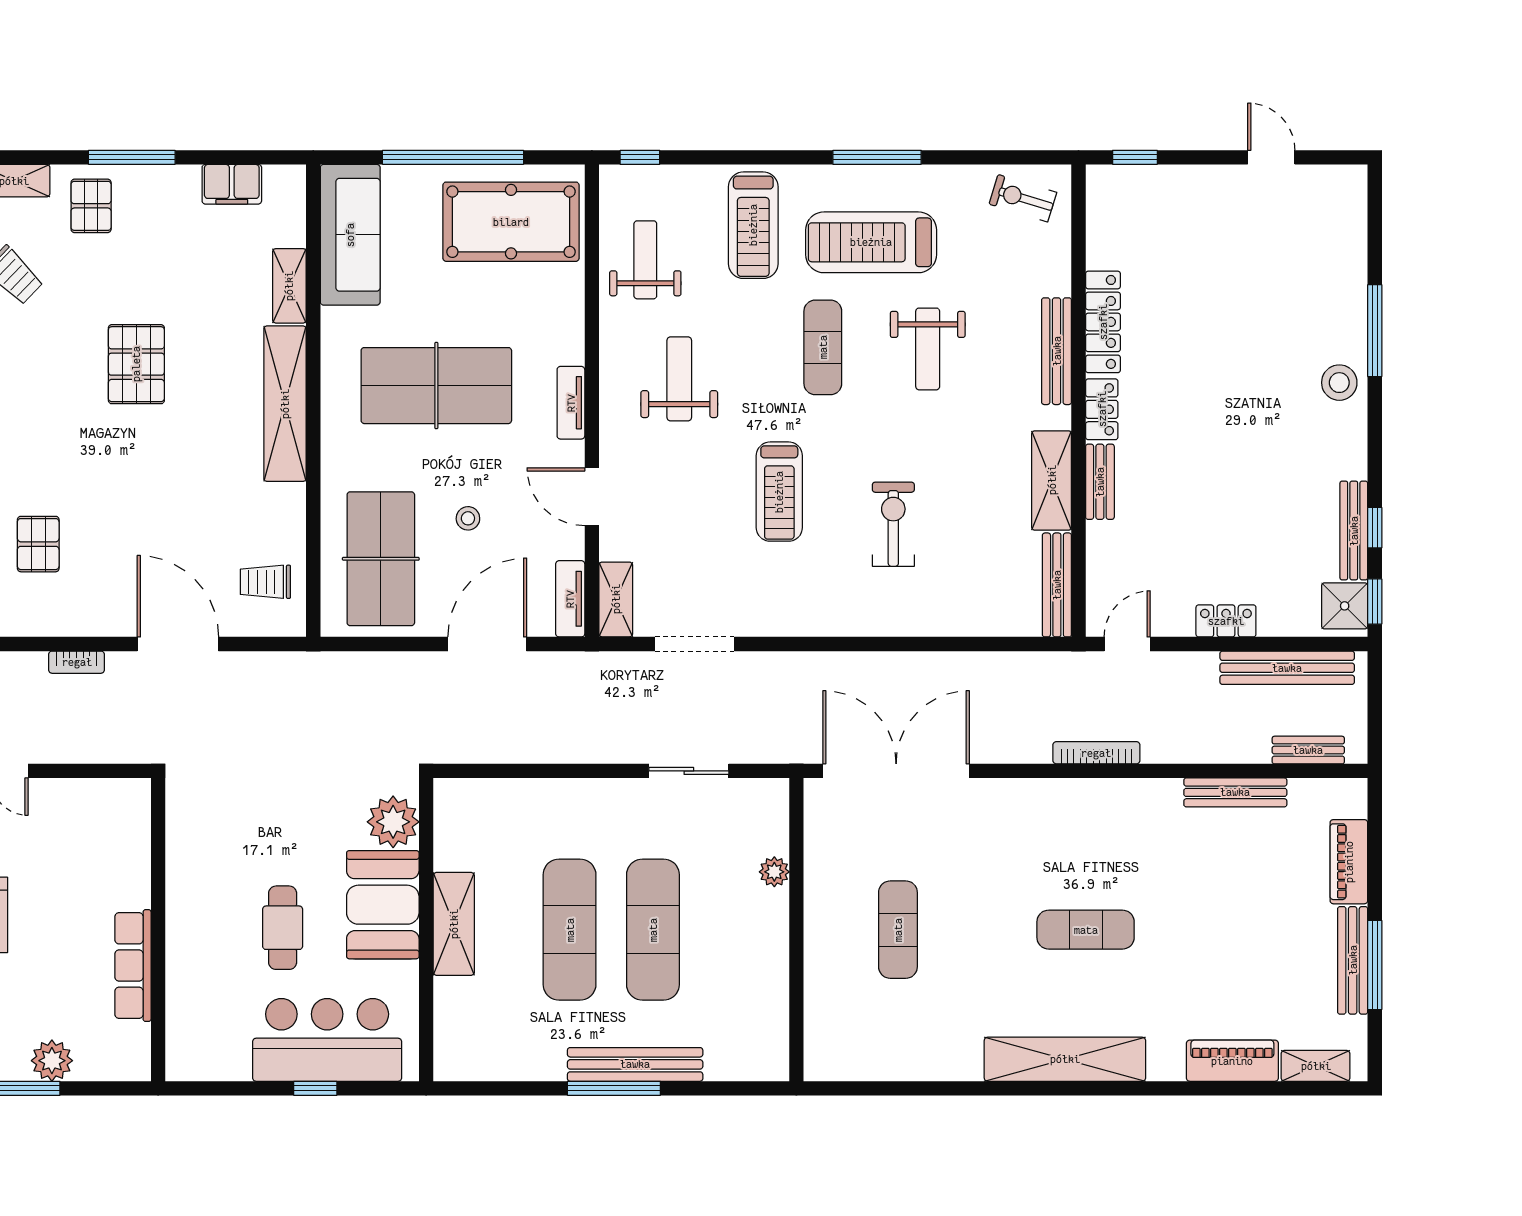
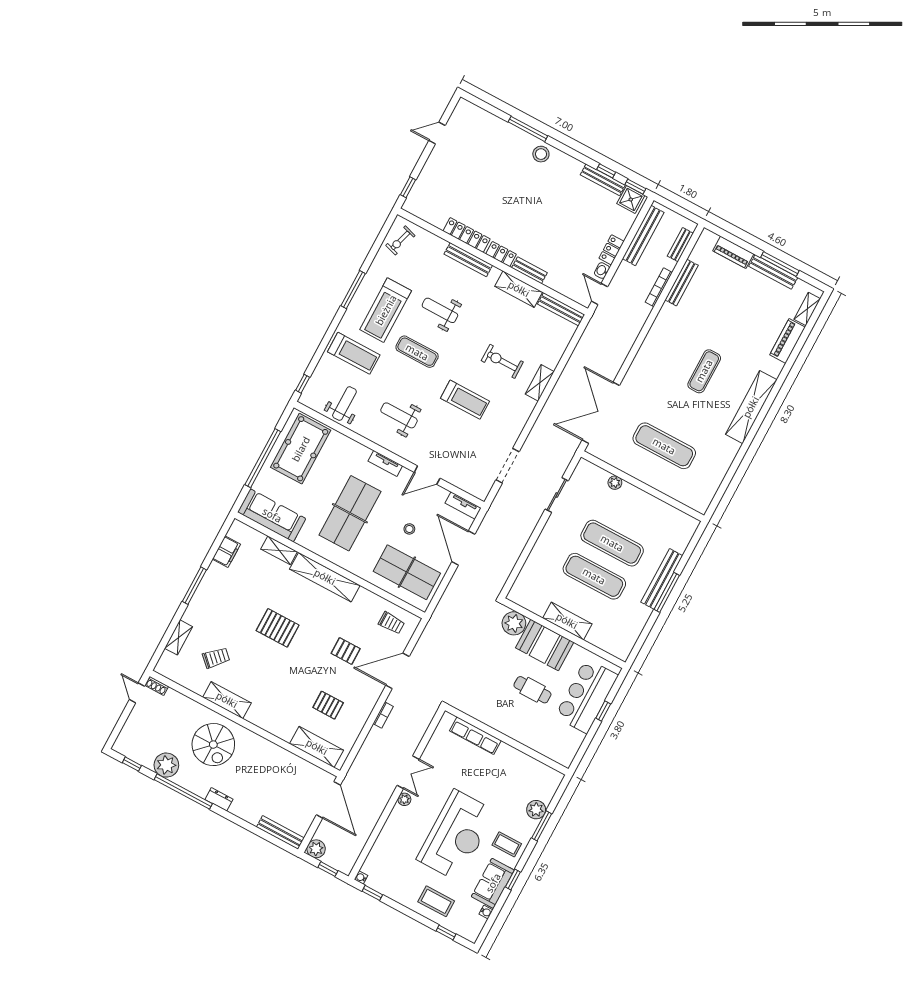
pallet: (91, 206) -> (346, 651), moved
weight bench: (645, 260) -> (344, 404), turned 90
weight bench: (928, 349) -> (440, 310), turned 180
trolley: (265, 582) -> (391, 623), turned -90
shelving: (616, 599) -> (540, 383), moved, turned 90
washbasin: (1175, 624) -> (602, 271), added
bookcase: (1096, 753) -> (659, 287), moved
exercise mat: (898, 930) -> (664, 446), width x1.36, depth x1.45
row of seats: (133, 966) -> (475, 736), moved

